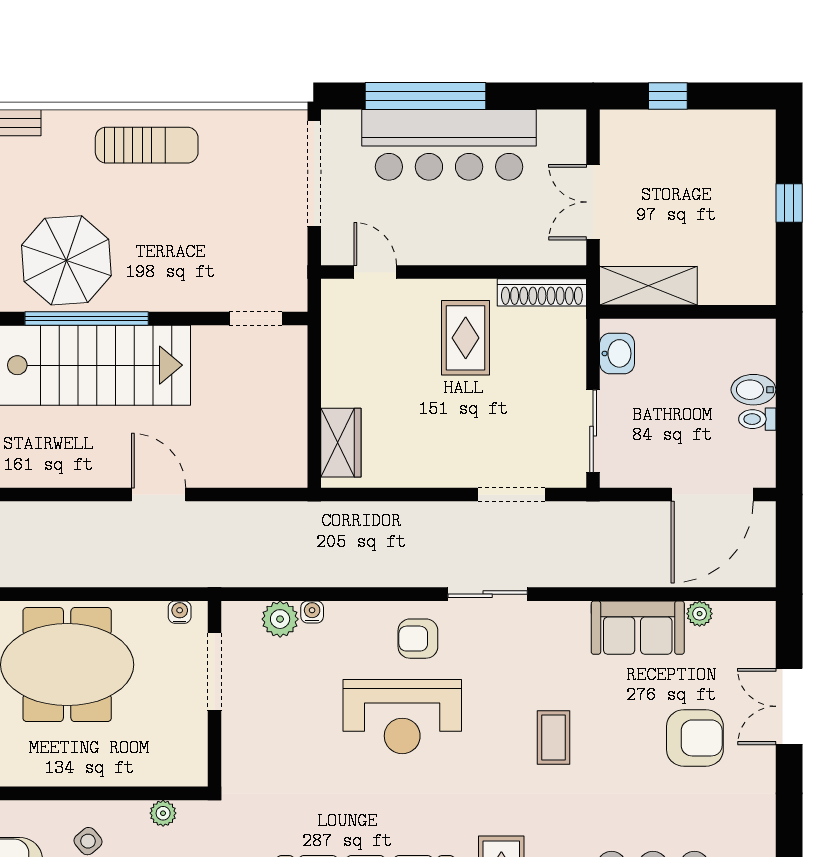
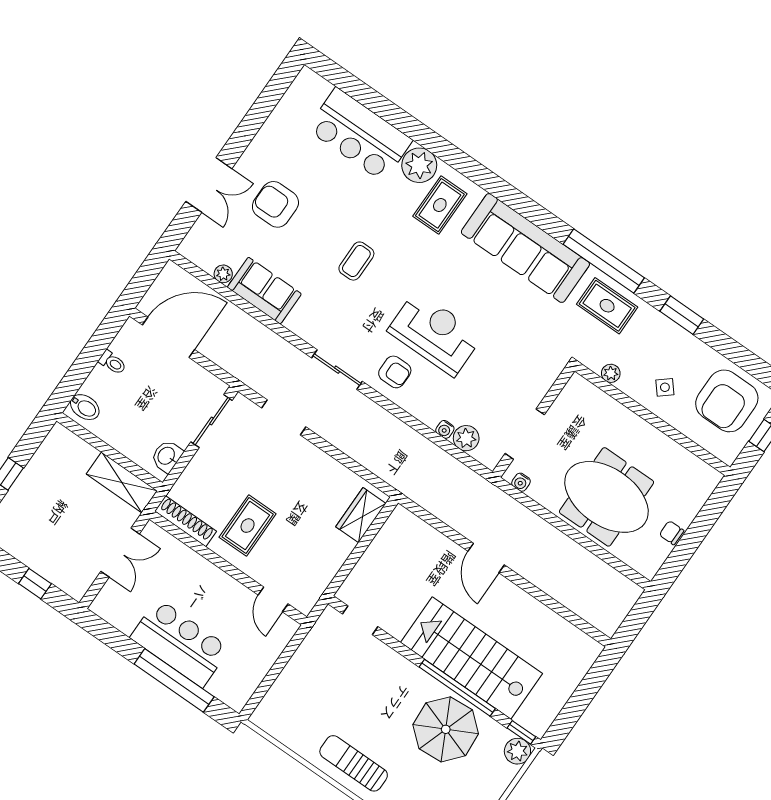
bar counter: (449, 145) -> (180, 643), width x0.73
doorway: (314, 174) -> (269, 680), removed
bidet: (753, 390) -> (85, 407), moved

